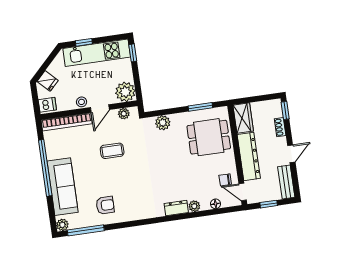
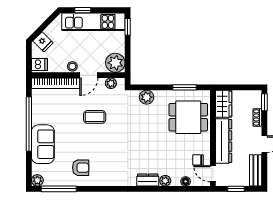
sofa: (63, 187) -> (43, 144), width x0.73

